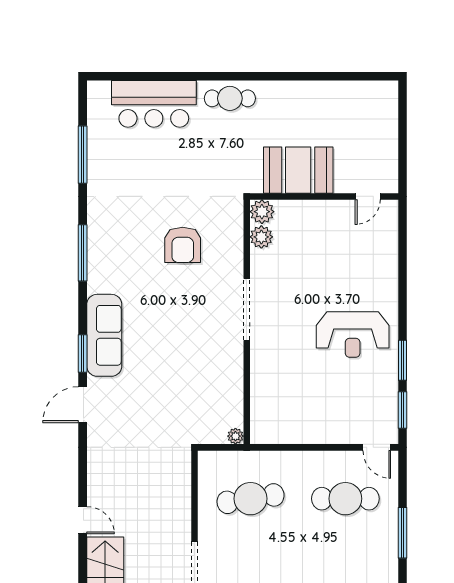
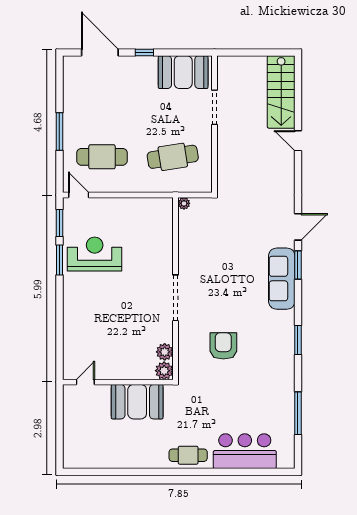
window: (83, 253) -> (298, 340), width x0.69
reception desk: (353, 335) -> (95, 254), moved

